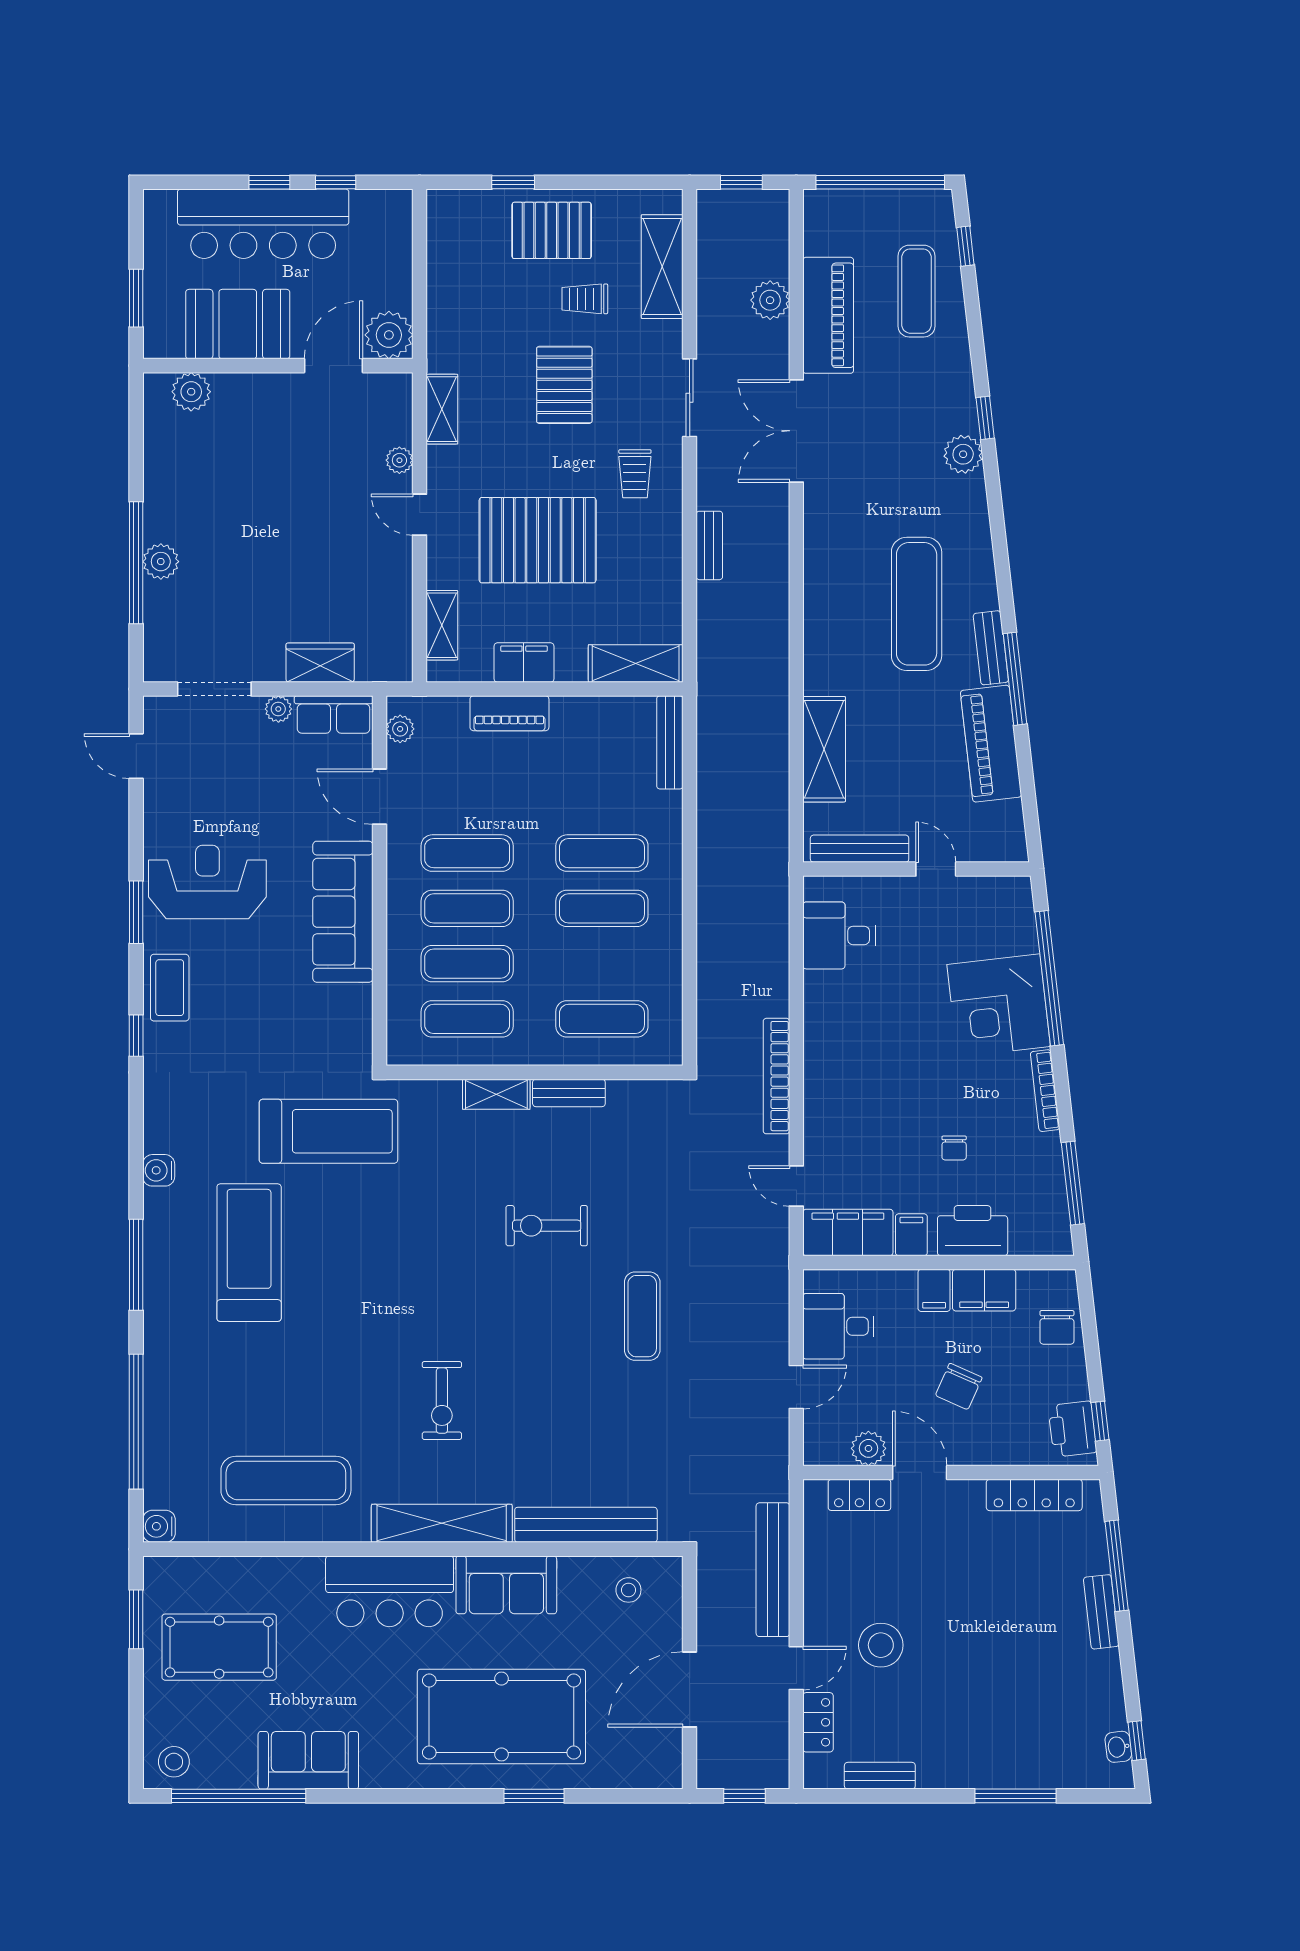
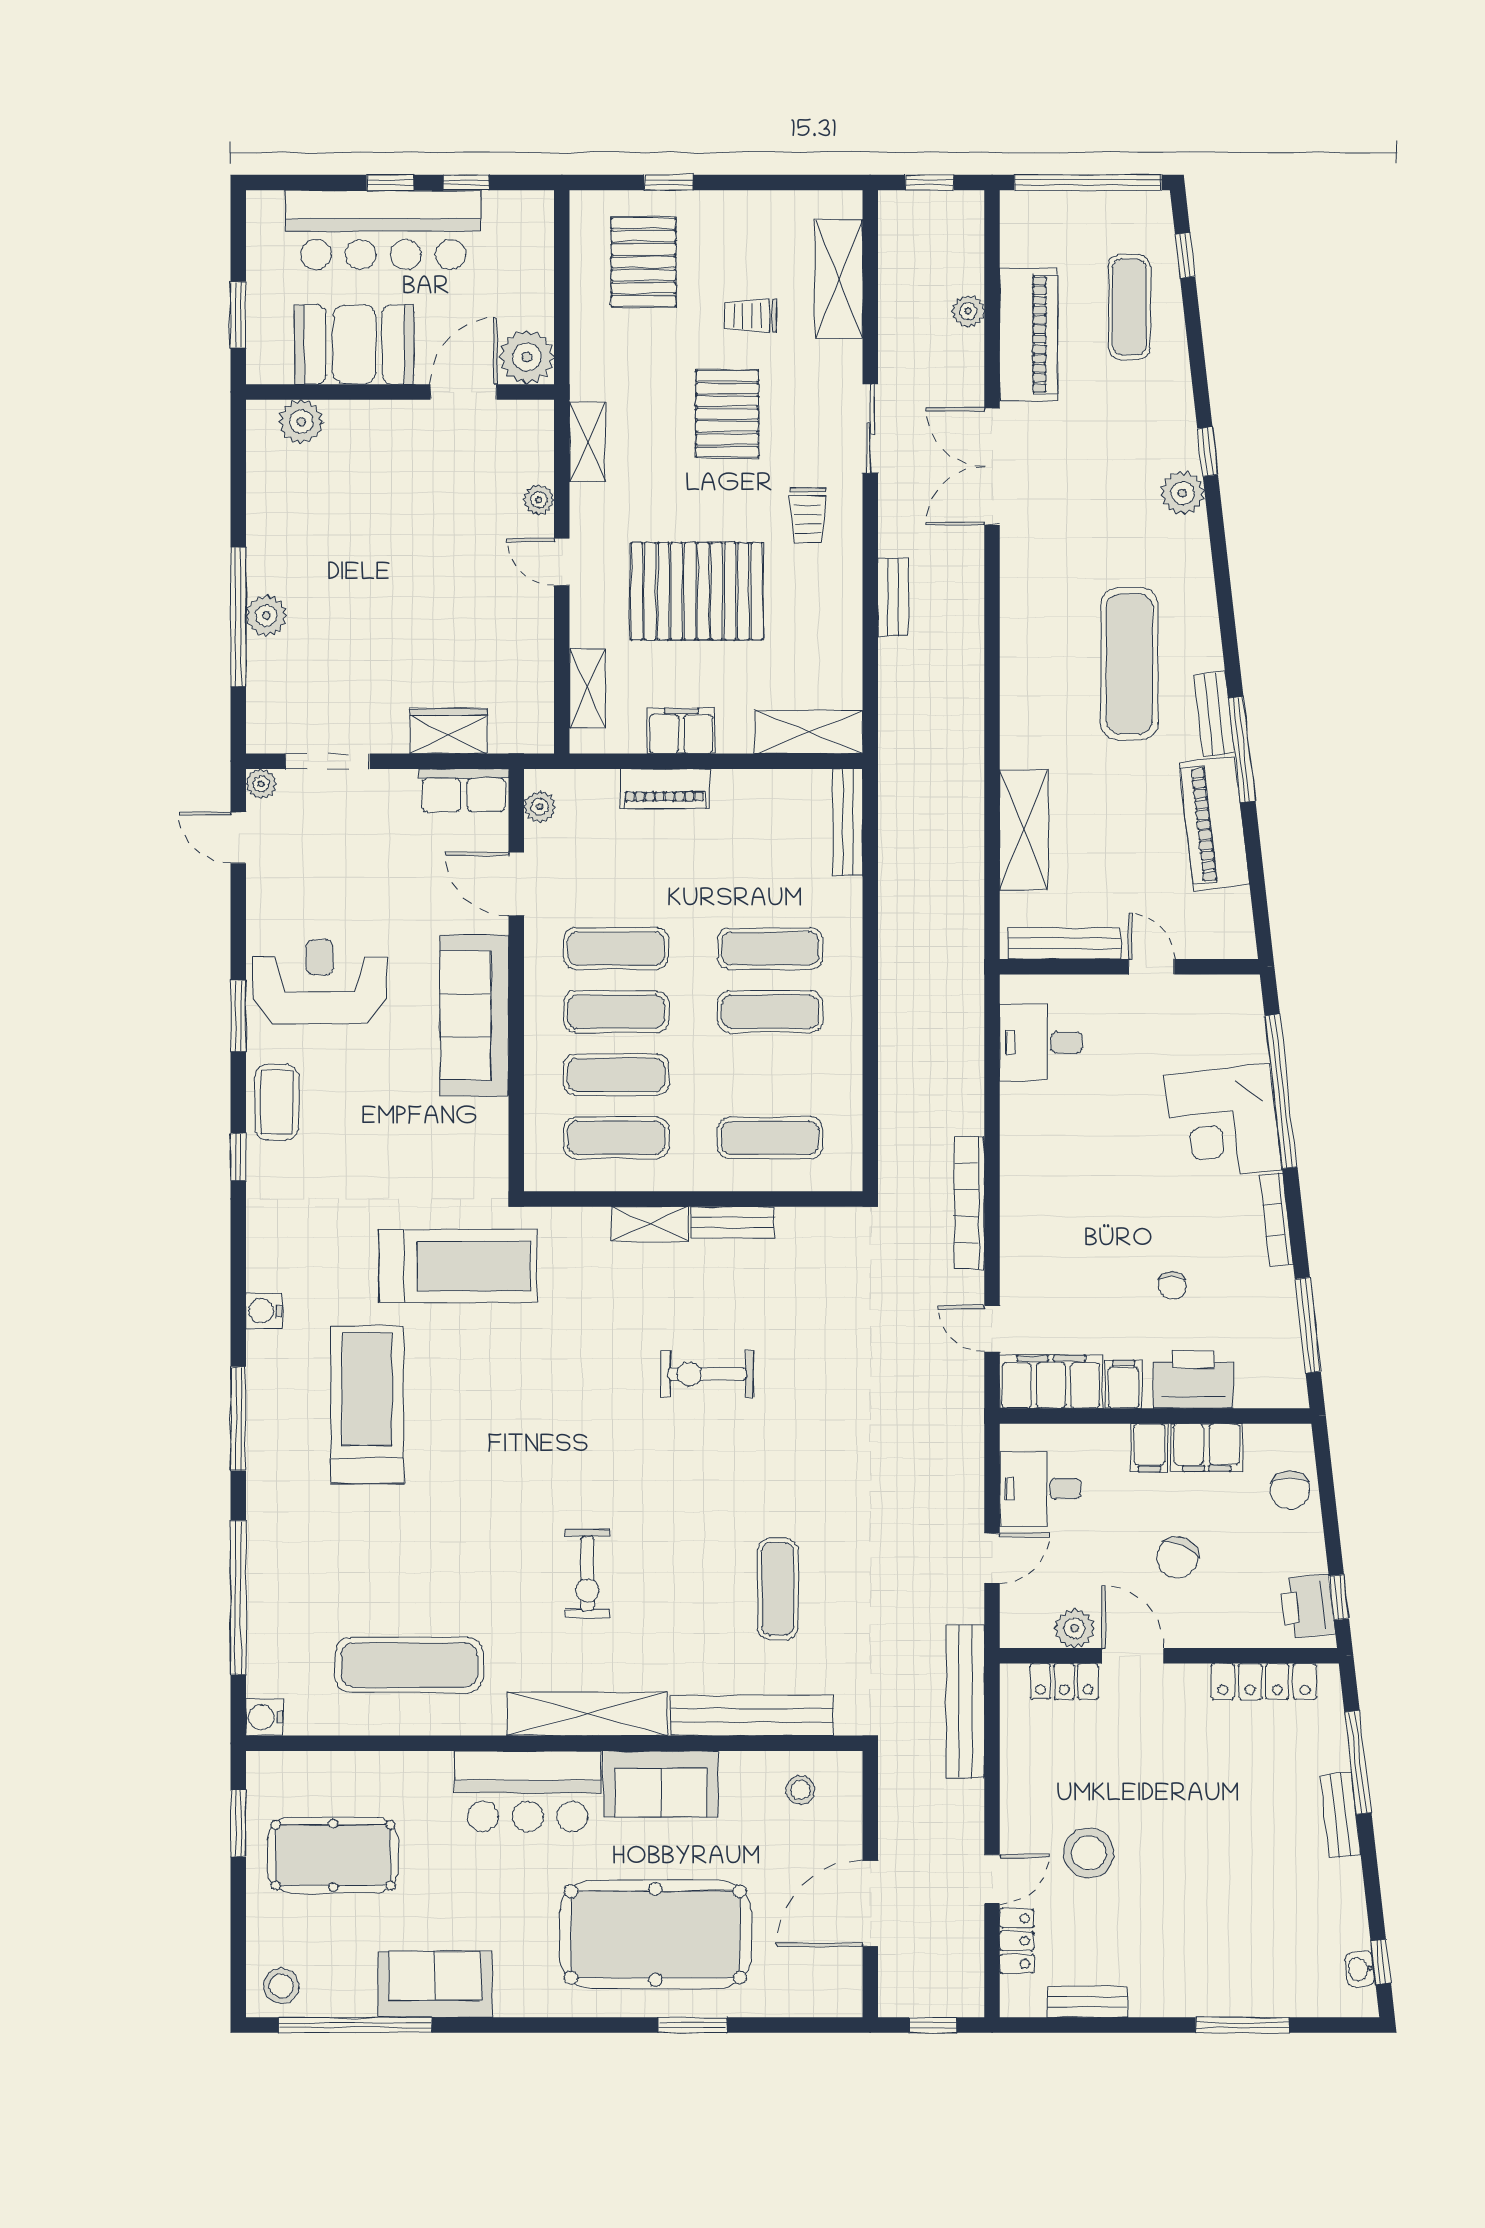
pallet: (552, 230) -> (644, 262), moved, turned 90
plant: (770, 300) -> (968, 311), width x0.73, depth x0.73
plant: (278, 709) -> (261, 784), moved
exercise mat: (642, 1316) -> (778, 1589), moved
bench: (773, 1570) -> (965, 1702), moved

